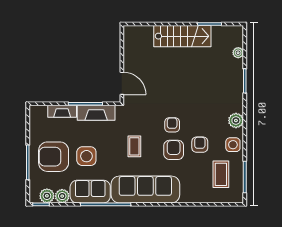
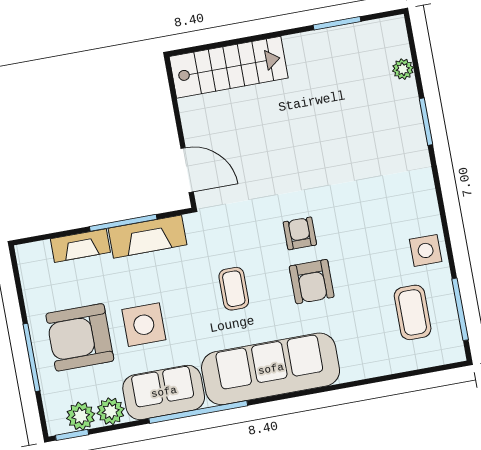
stairs: (182, 36) -> (229, 67), moved
plant: (236, 120) -> (423, 202), removed
armchair: (200, 145) -> (361, 262), removed
armchair: (174, 150) -> (312, 282), turned 180

